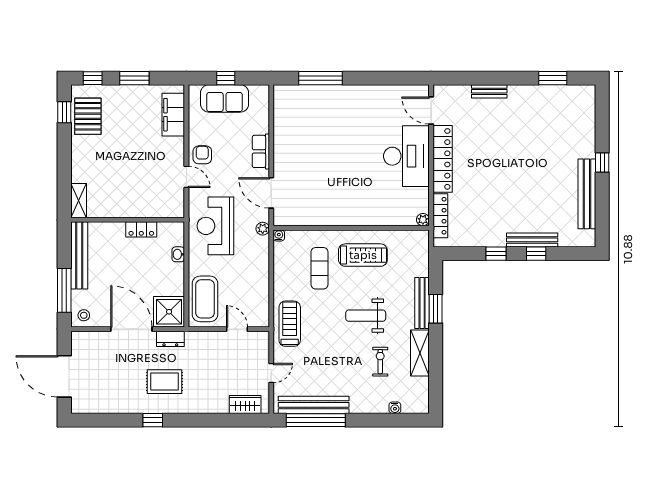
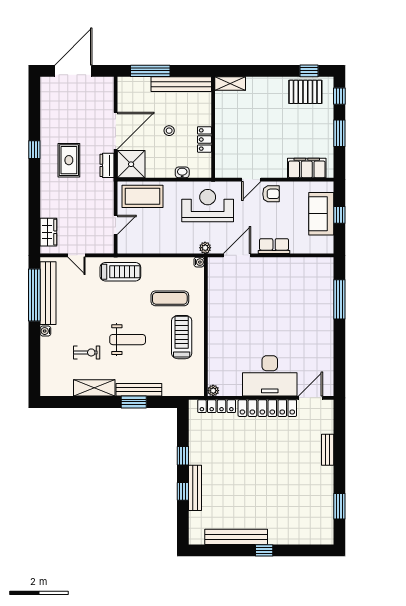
treadmill: (363, 255) -> (182, 337), turned 180
stool: (84, 315) -> (169, 131), moved
weight bench: (366, 316) -> (128, 340), turned 90
water cooler: (395, 408) -> (45, 331), moved

